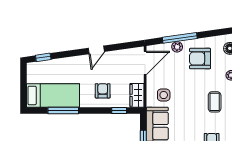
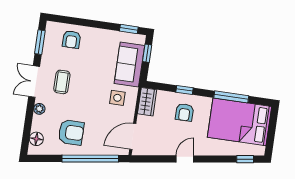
window: (180, 38) -> (90, 159), width x1.46
plant: (177, 47) -> (95, 149), removed
bed: (53, 95) -> (239, 122), width x1.50
window: (119, 110) -> (184, 90), moved

